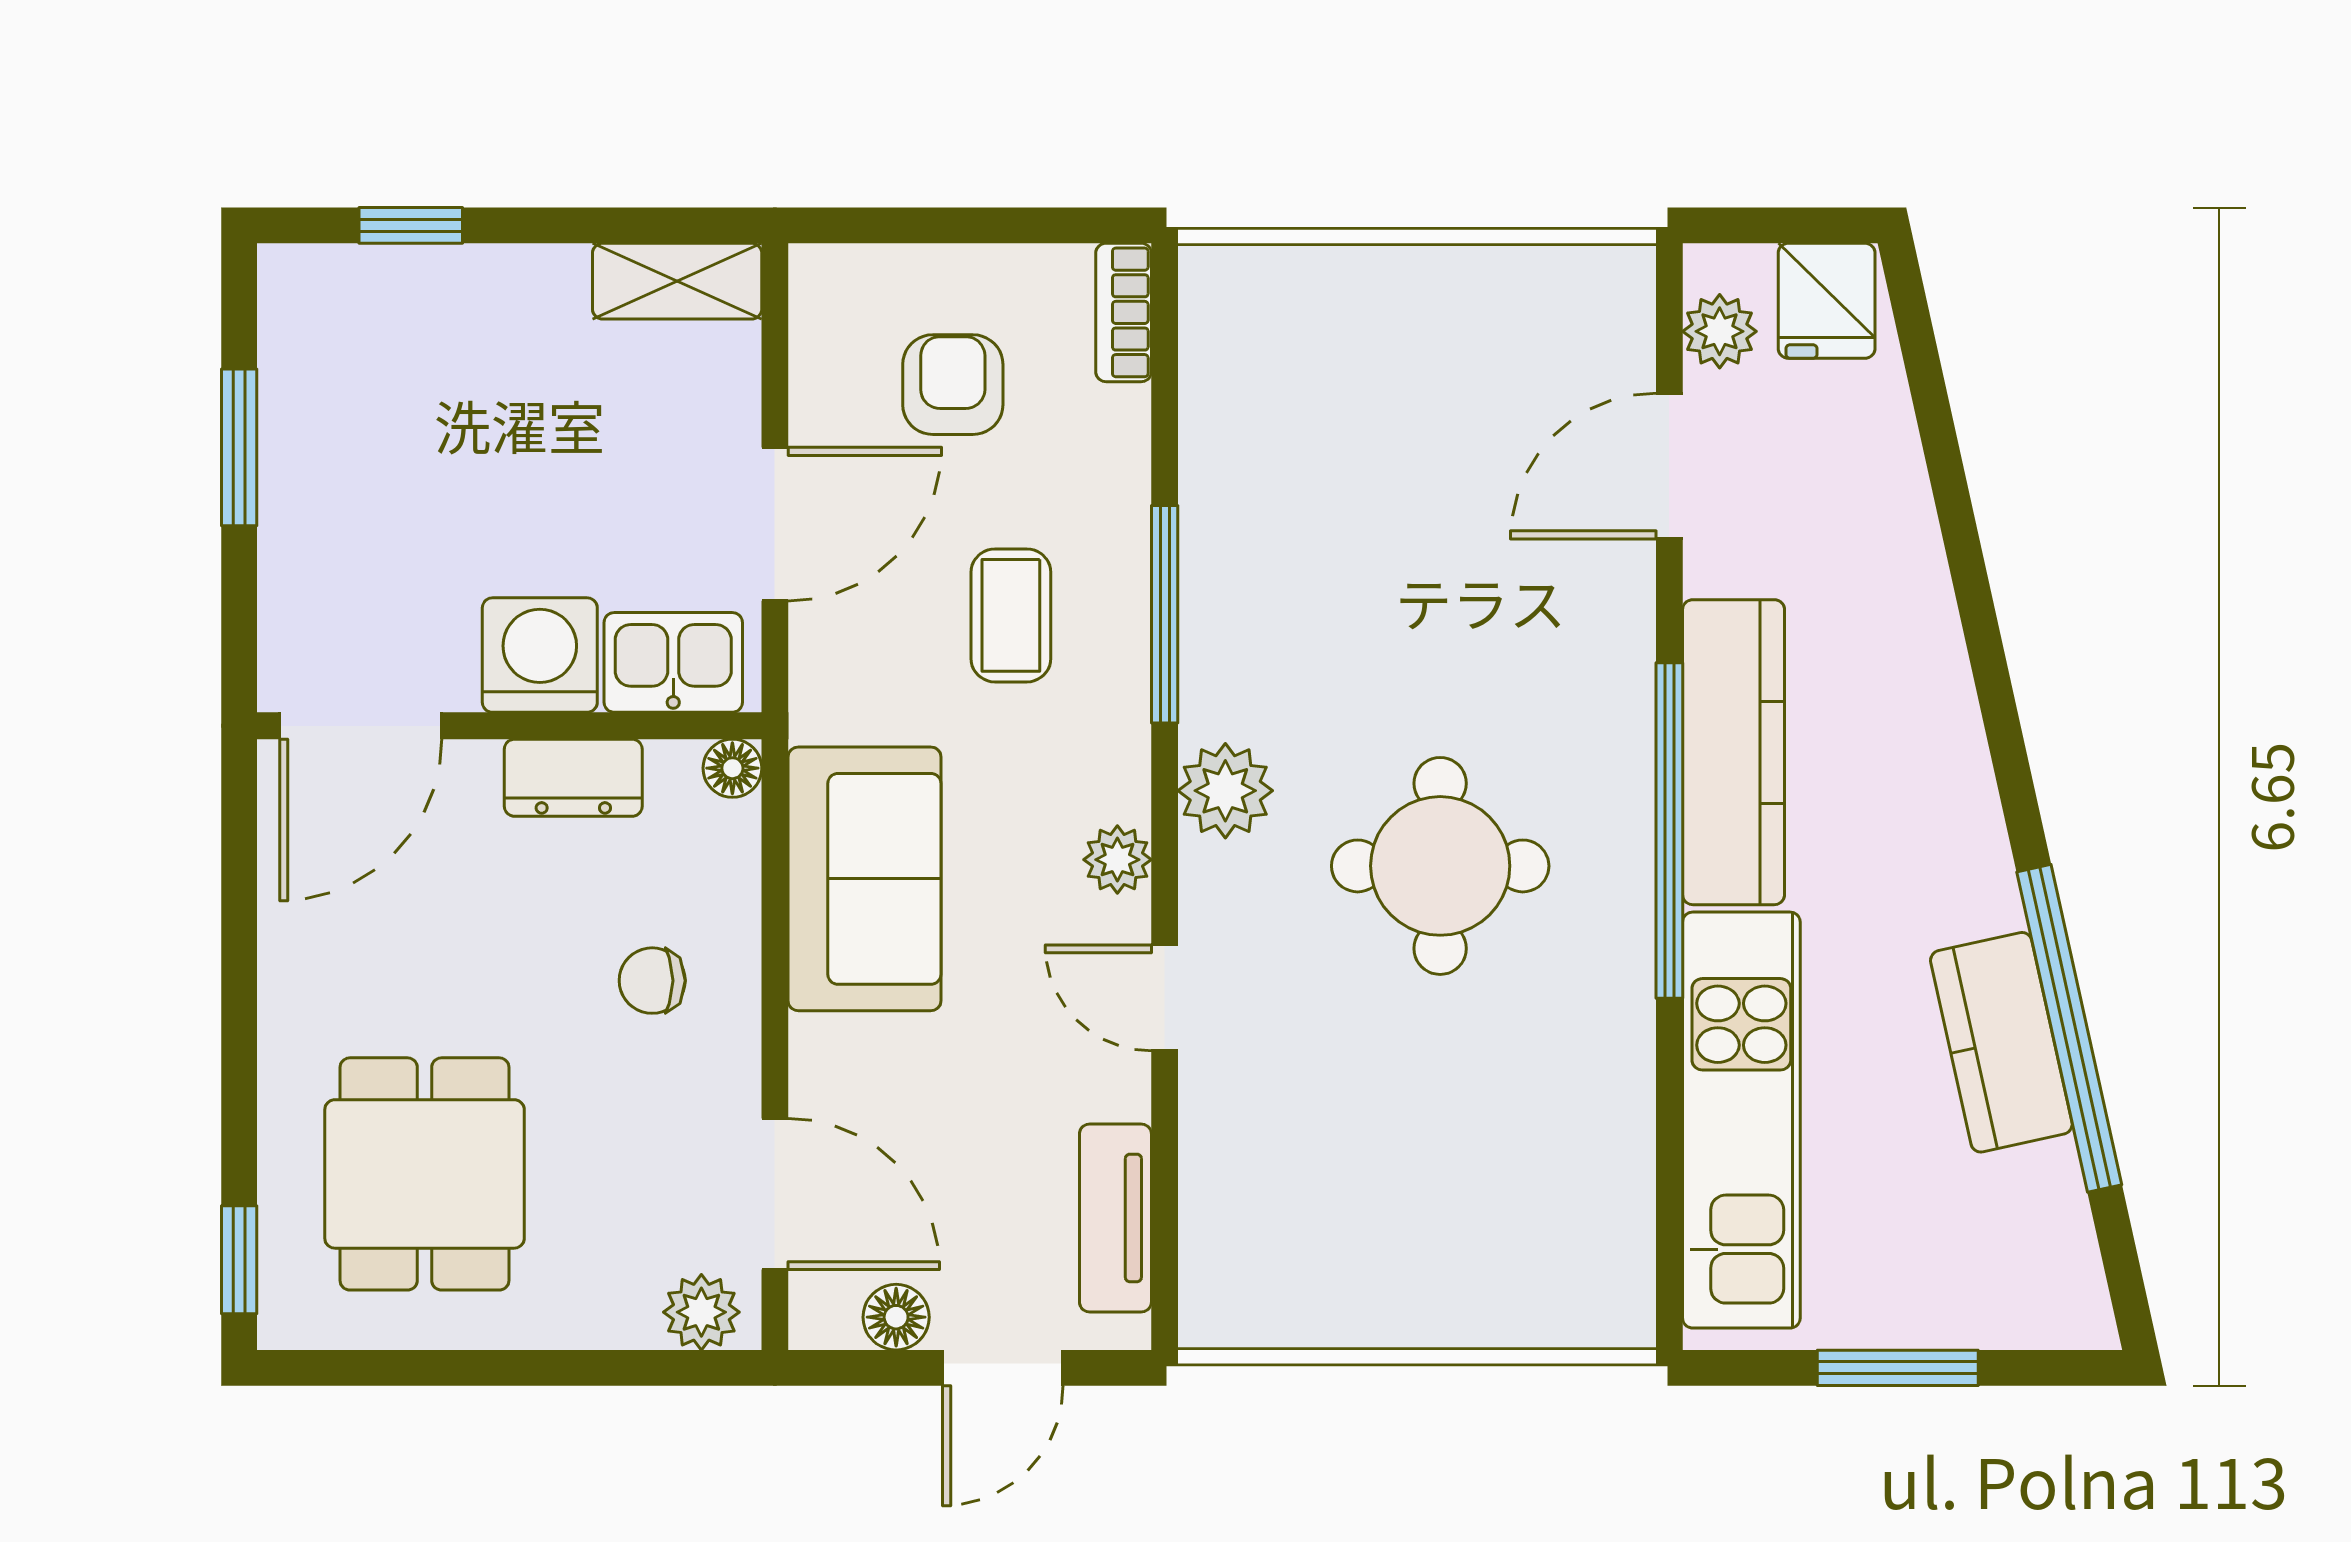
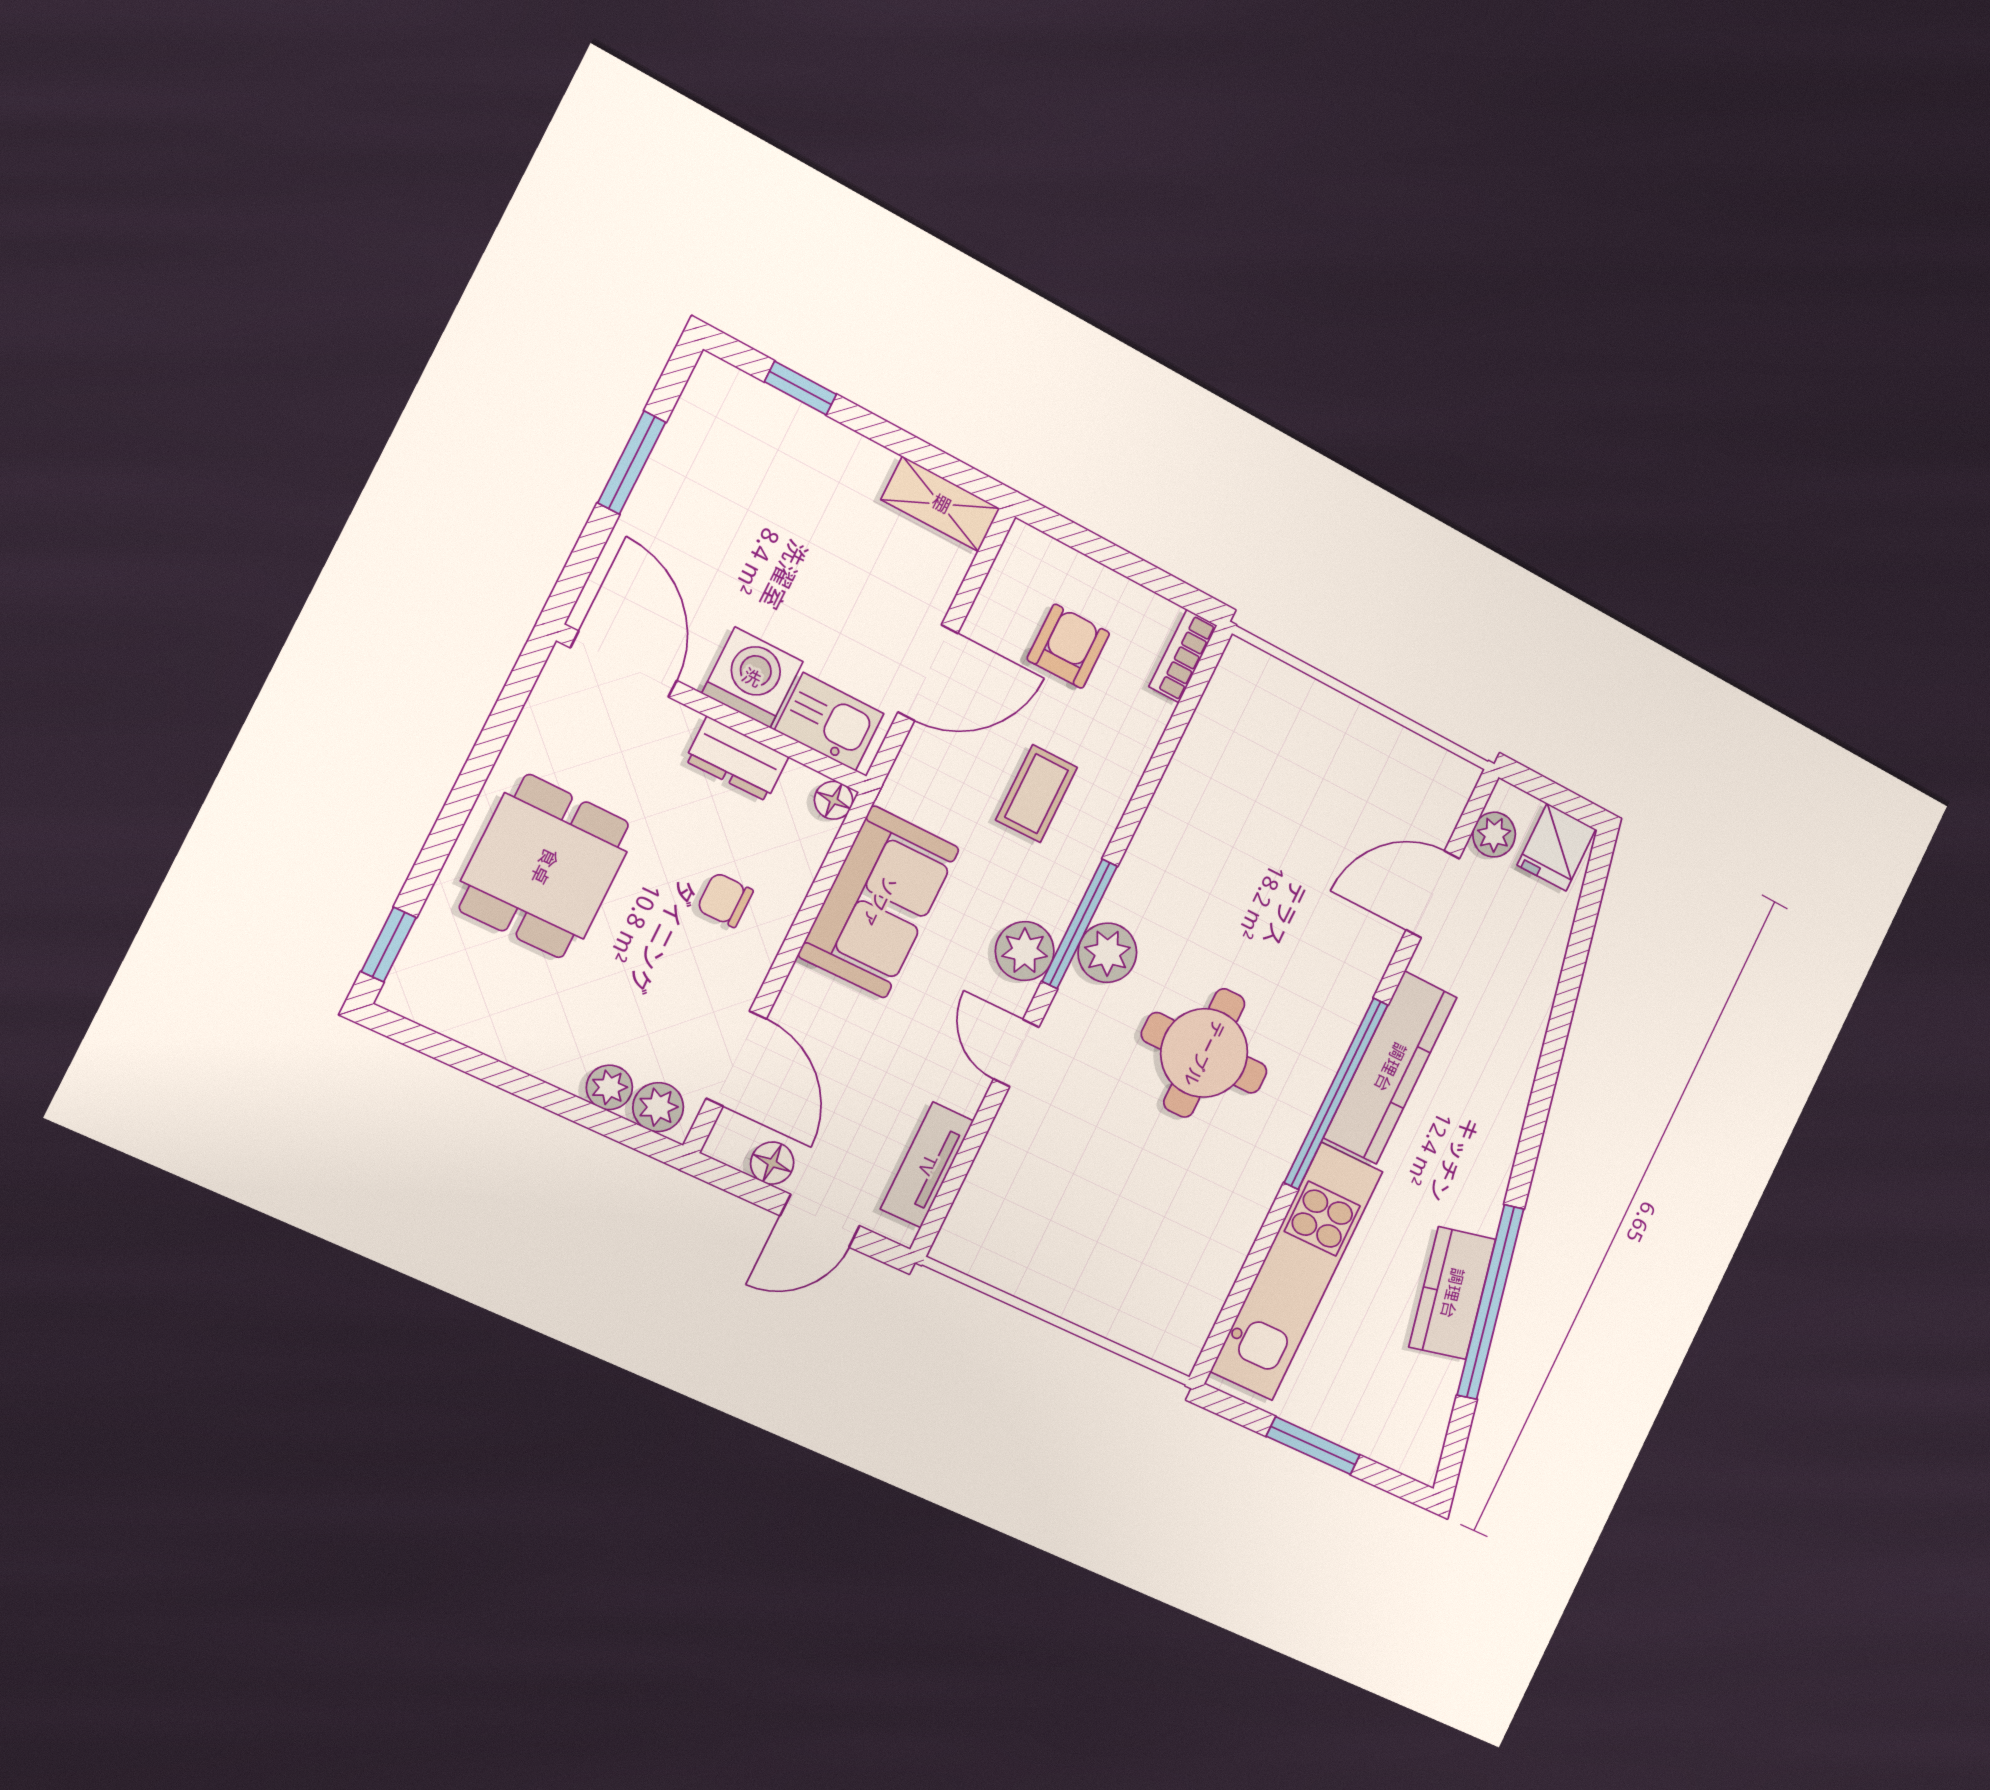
window: (1165, 614) -> (1080, 924), moved
door: (361, 726) -> (624, 664), swing flipped
plant: (1117, 860) -> (1025, 951), width x1.38, depth x1.38
dining table: (425, 1174) -> (544, 866), moved
plant: (622, 1316) -> (609, 1087), added

